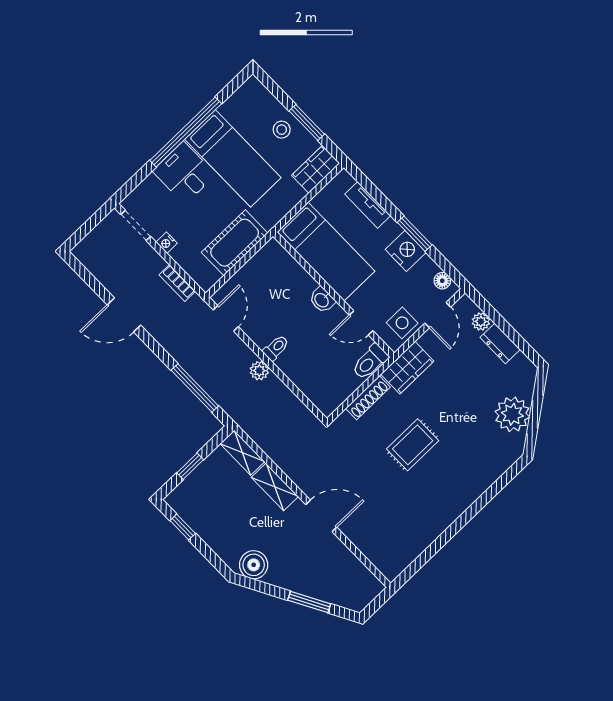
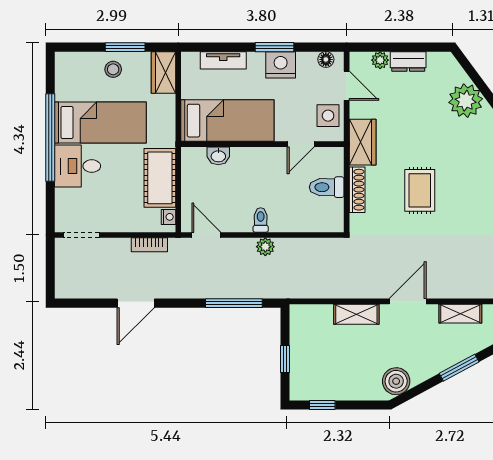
nightstand: (167, 243) -> (168, 217), moved, turned -90
washbasin: (322, 300) -> (218, 156), moved
toilet: (370, 362) -> (327, 187), moved, turned 90
shelving: (242, 453) -> (460, 314), moved

